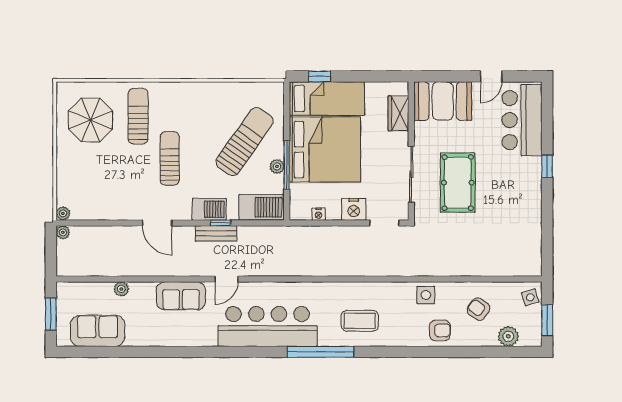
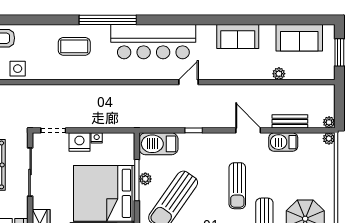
barbecue: (209, 209) -> (283, 142), moved
nightstand: (319, 214) -> (97, 138), moved
bench: (216, 233) -> (290, 121), moved
sofa: (181, 296) -> (238, 36), moved, turned 180

